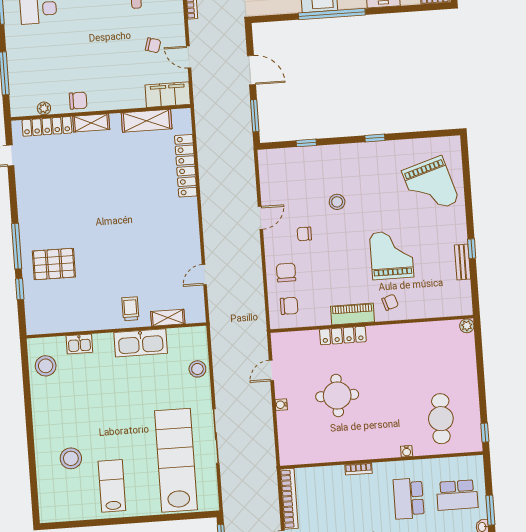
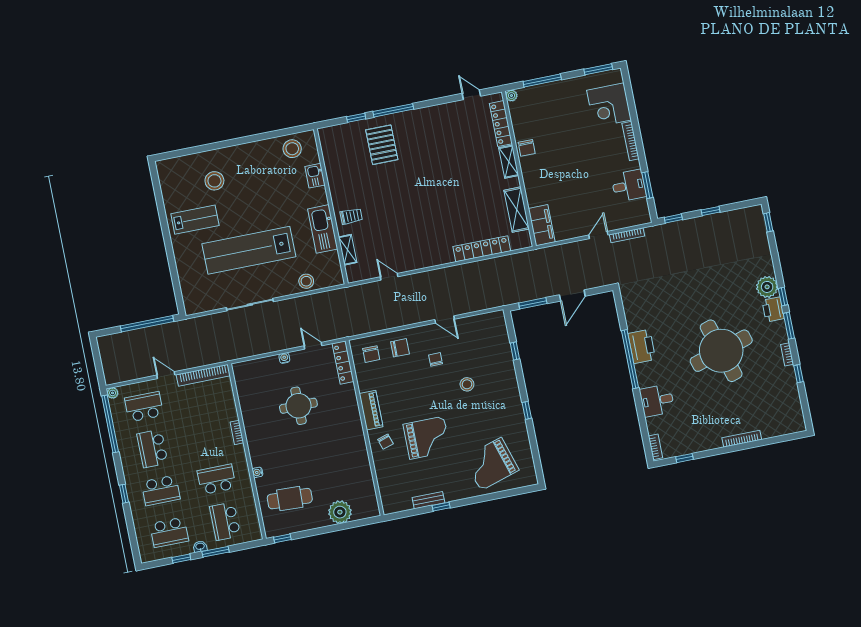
chair: (153, 45) -> (583, 207), removed
door: (189, 57) -> (598, 235), moved
plant: (44, 108) -> (511, 96), moved
plant: (467, 326) -> (340, 512), moved, width x1.87, depth x1.87
locker: (343, 335) -> (343, 362), moved
lab bench: (176, 460) -> (249, 250), moved, turned 180

